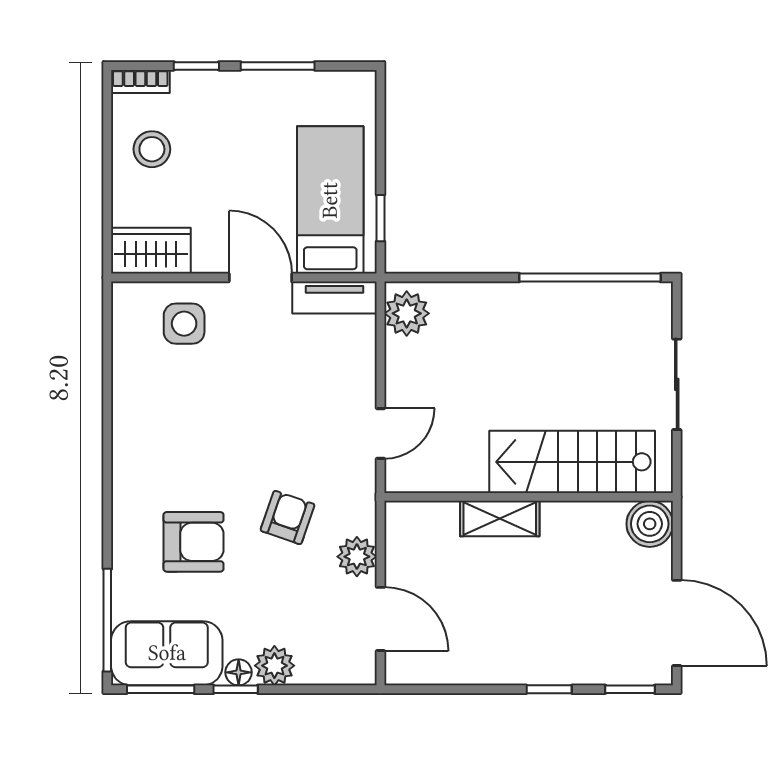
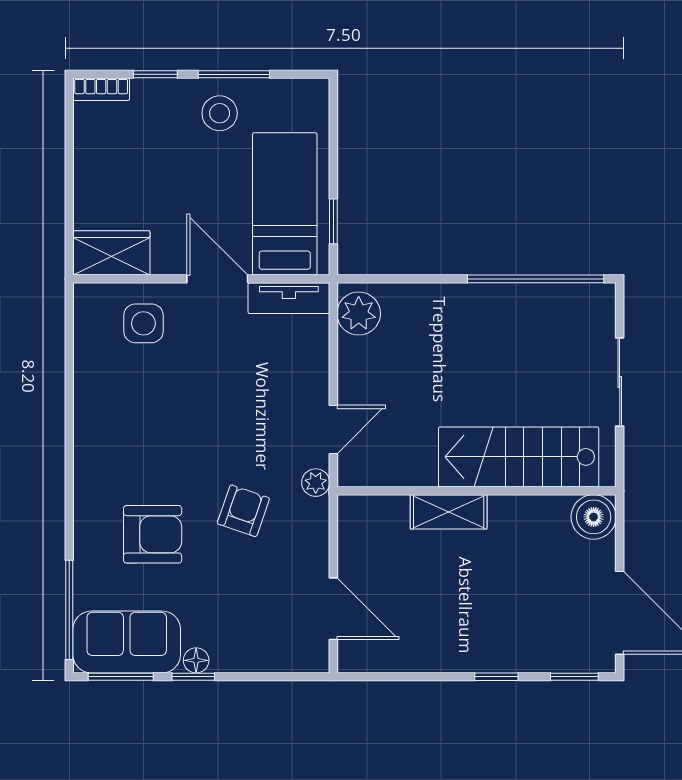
stool: (152, 149) -> (220, 113), moved
plant: (357, 557) -> (316, 483), moved, width x0.73, depth x0.73
plant: (274, 666) -> (231, 654), removed

